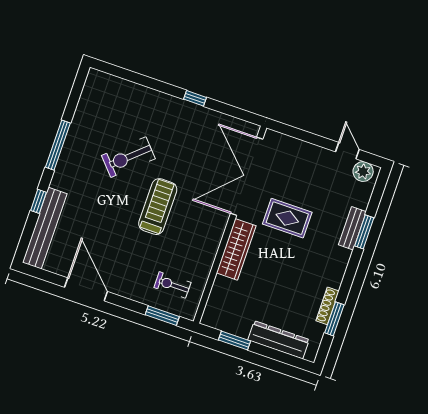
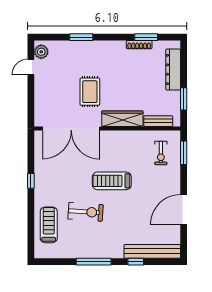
treadmill: (128, 102) -> (49, 225), added
exercise bike: (128, 157) -> (86, 212), turned -44
bench: (352, 228) -> (158, 121), moved

